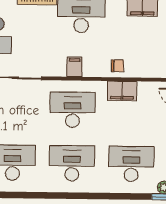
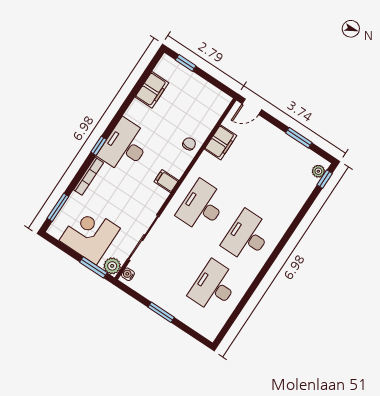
filing cabinet: (122, 91) -> (221, 142), moved
desk: (131, 164) -> (280, 186), removed

